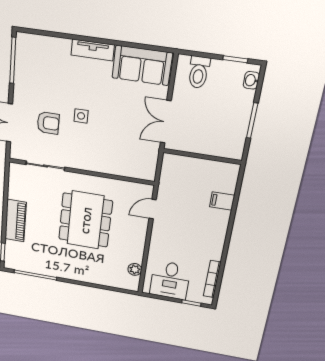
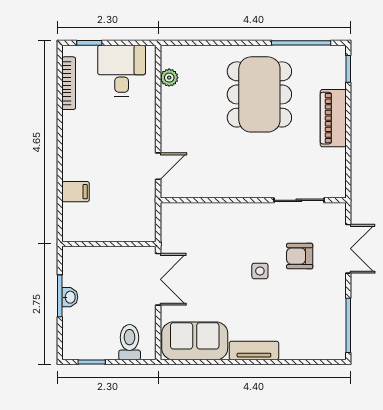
washbasin: (251, 80) -> (70, 297), moved
dining table: (85, 220) -> (259, 94), moved

